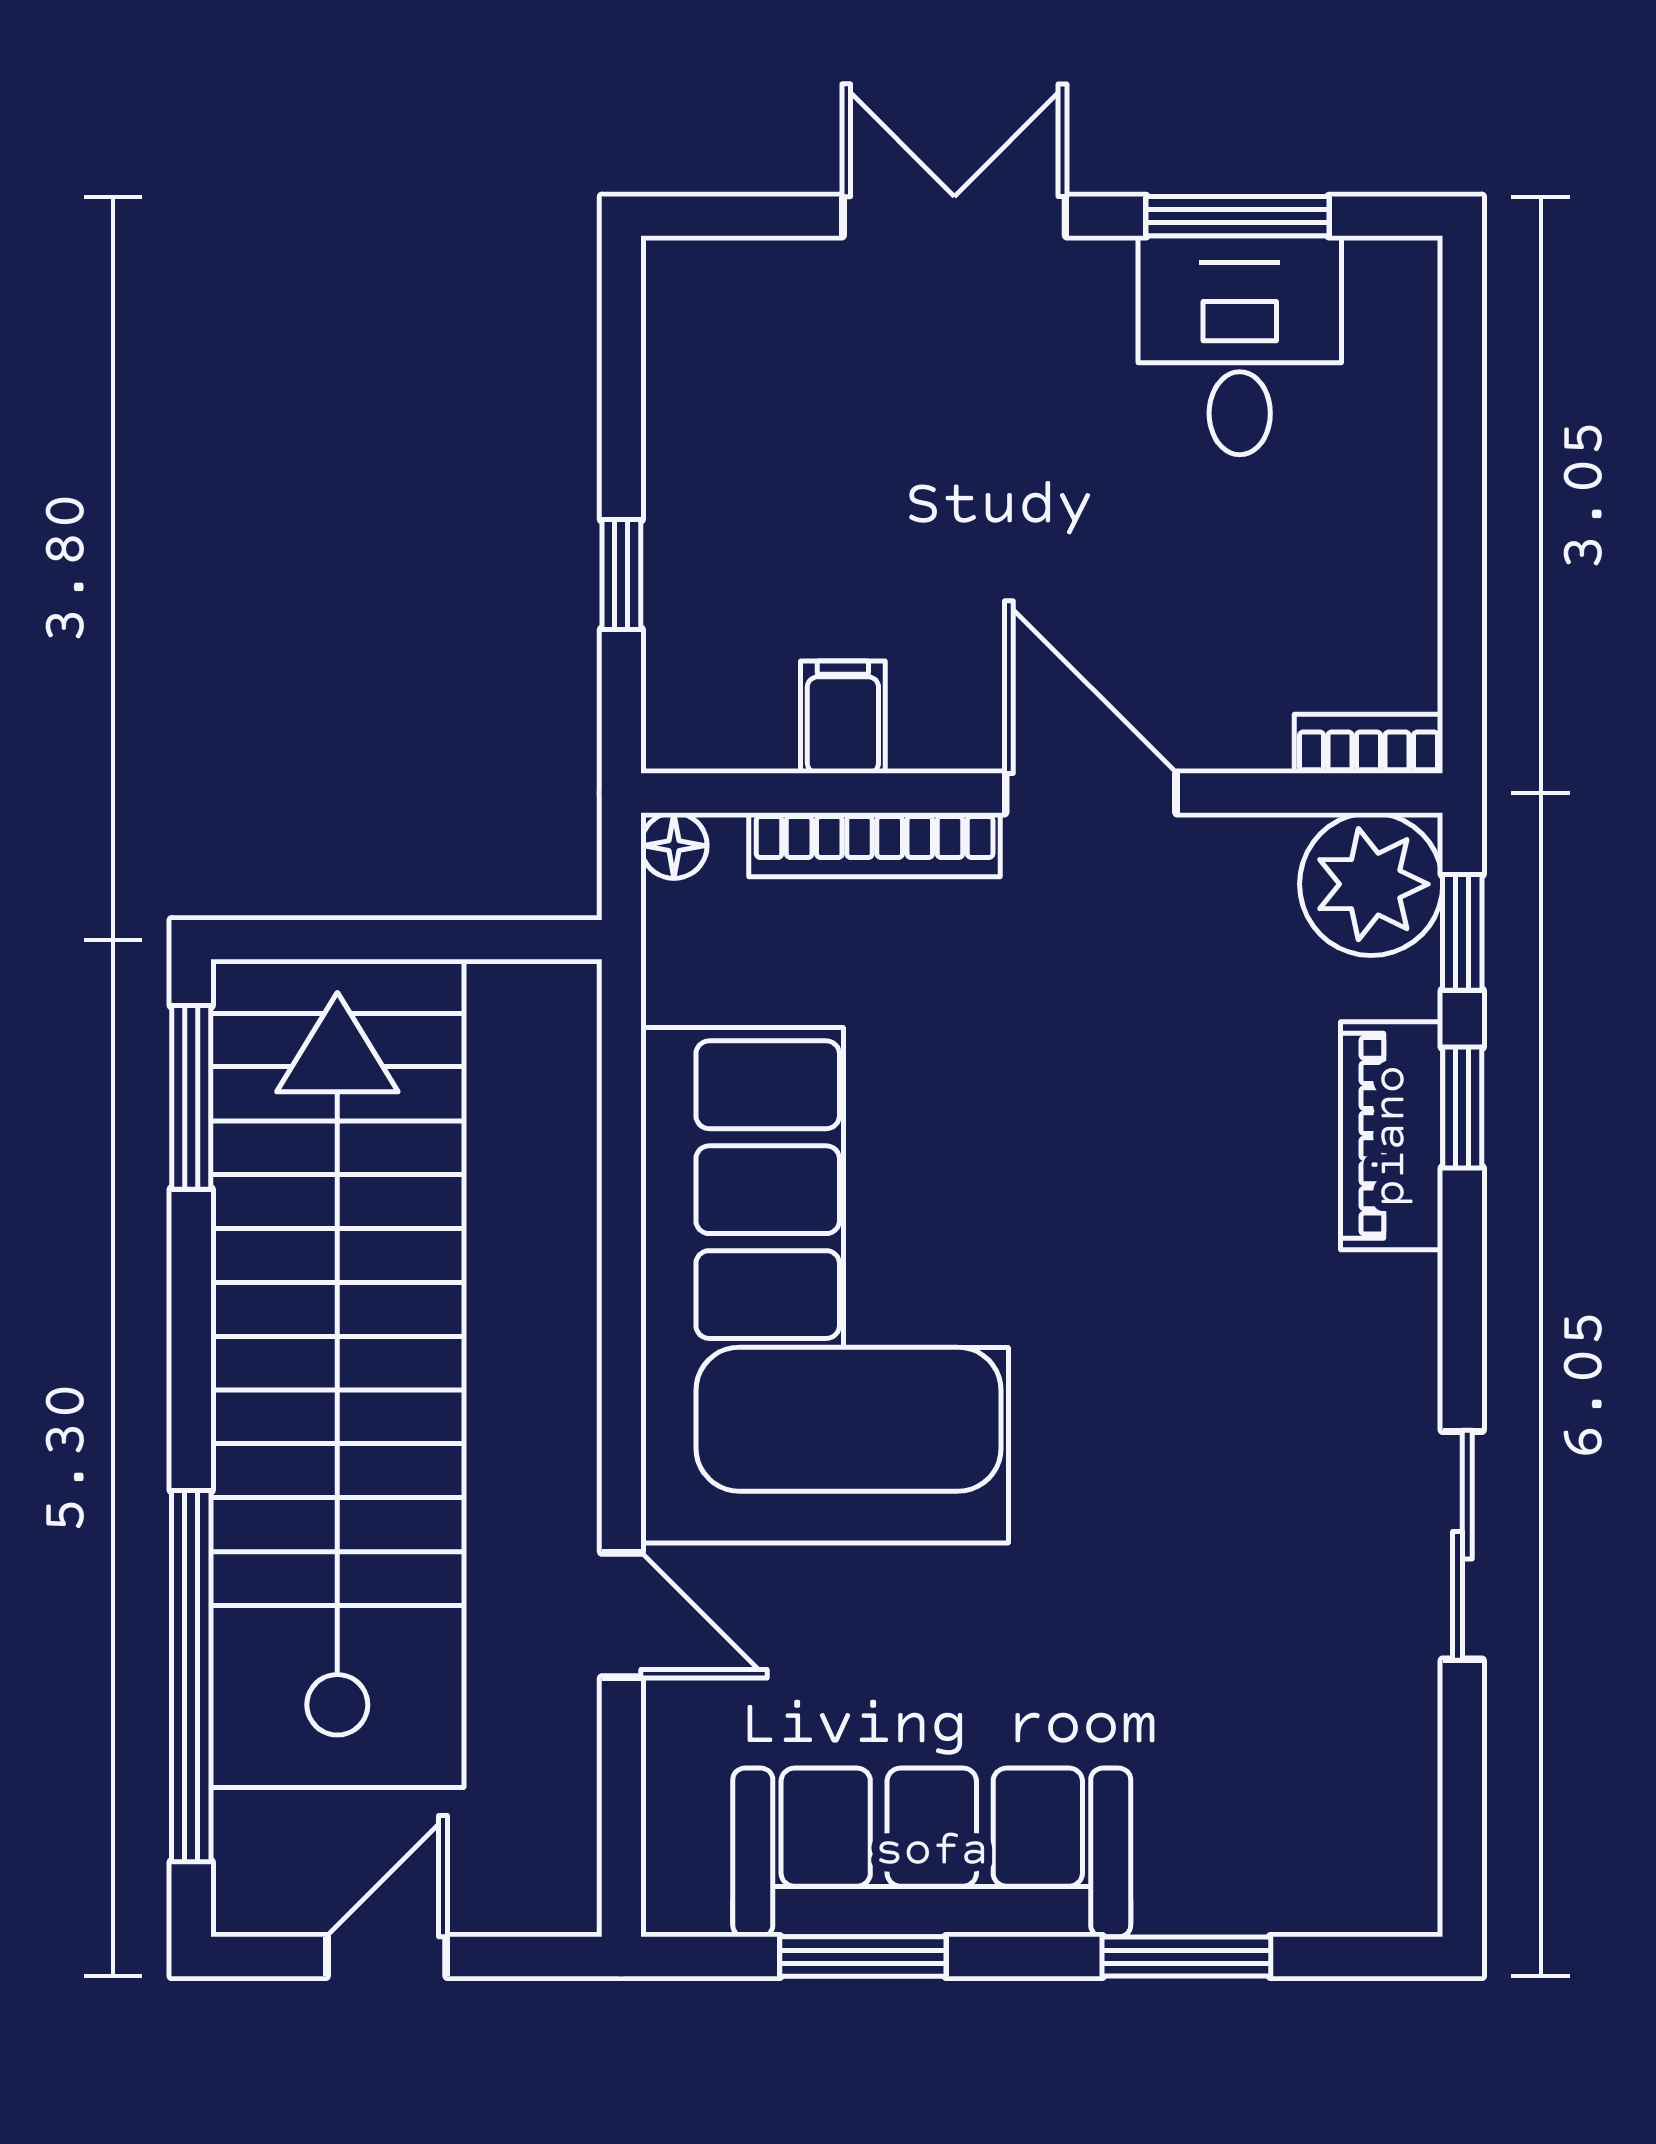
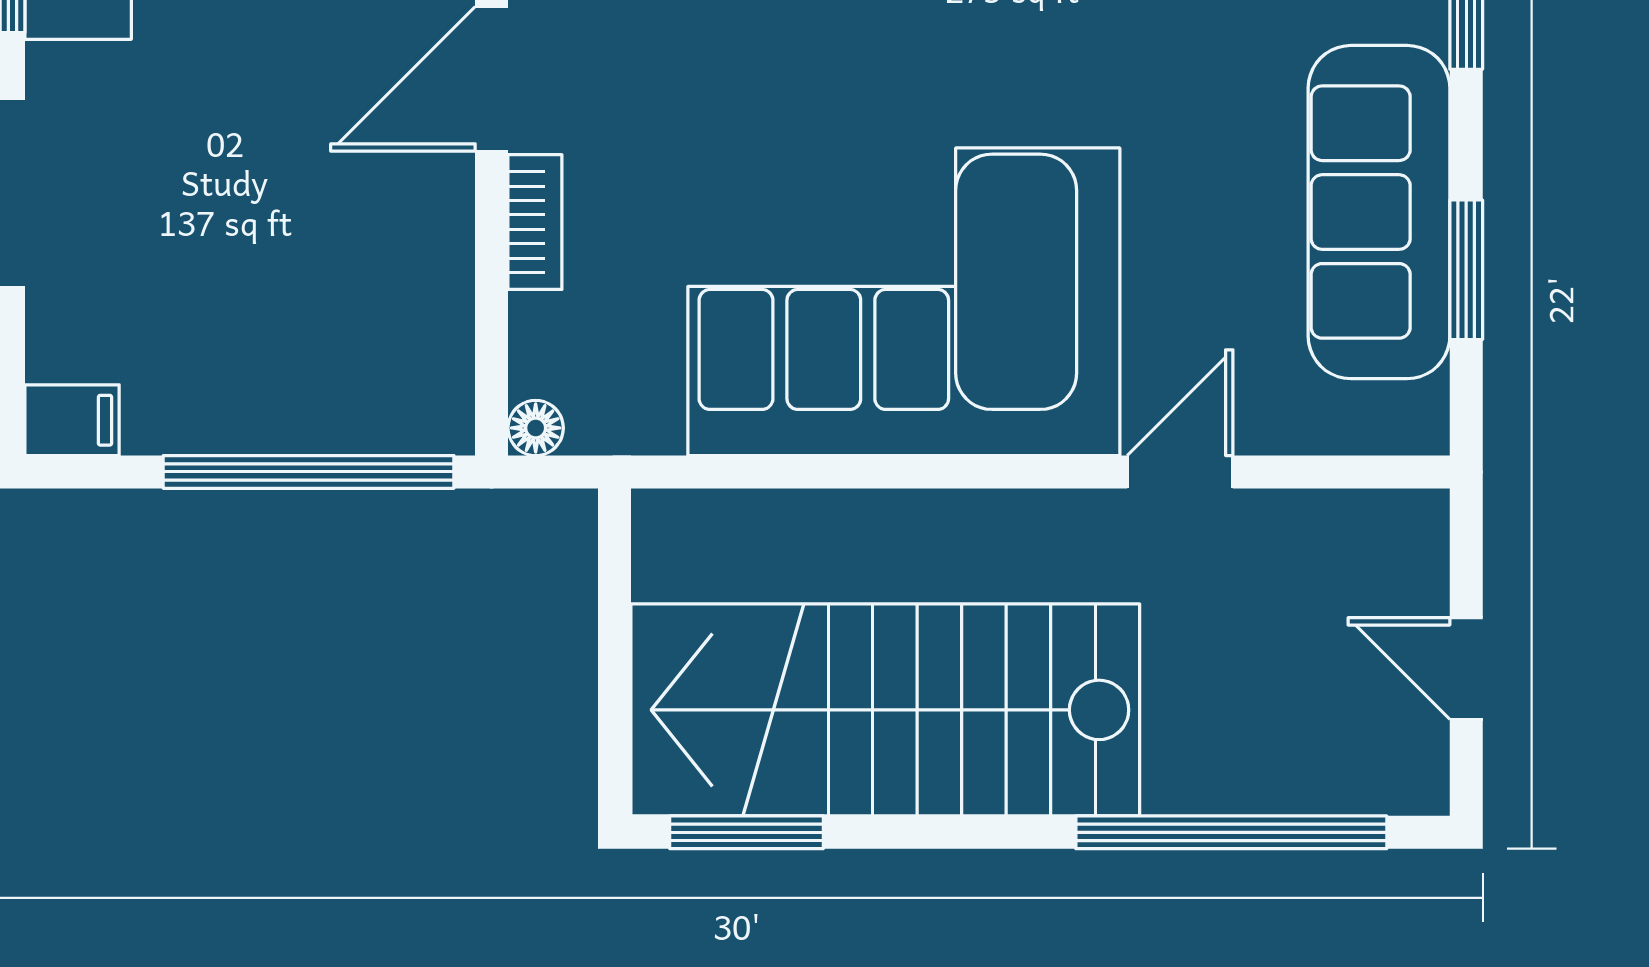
window: (621, 575) -> (309, 472), width x3.17
filing cabinet: (843, 717) -> (72, 420), moved, turned 180
bookcase: (875, 845) -> (535, 222), width x0.64
stairs: (337, 1373) -> (885, 710), width x0.73

